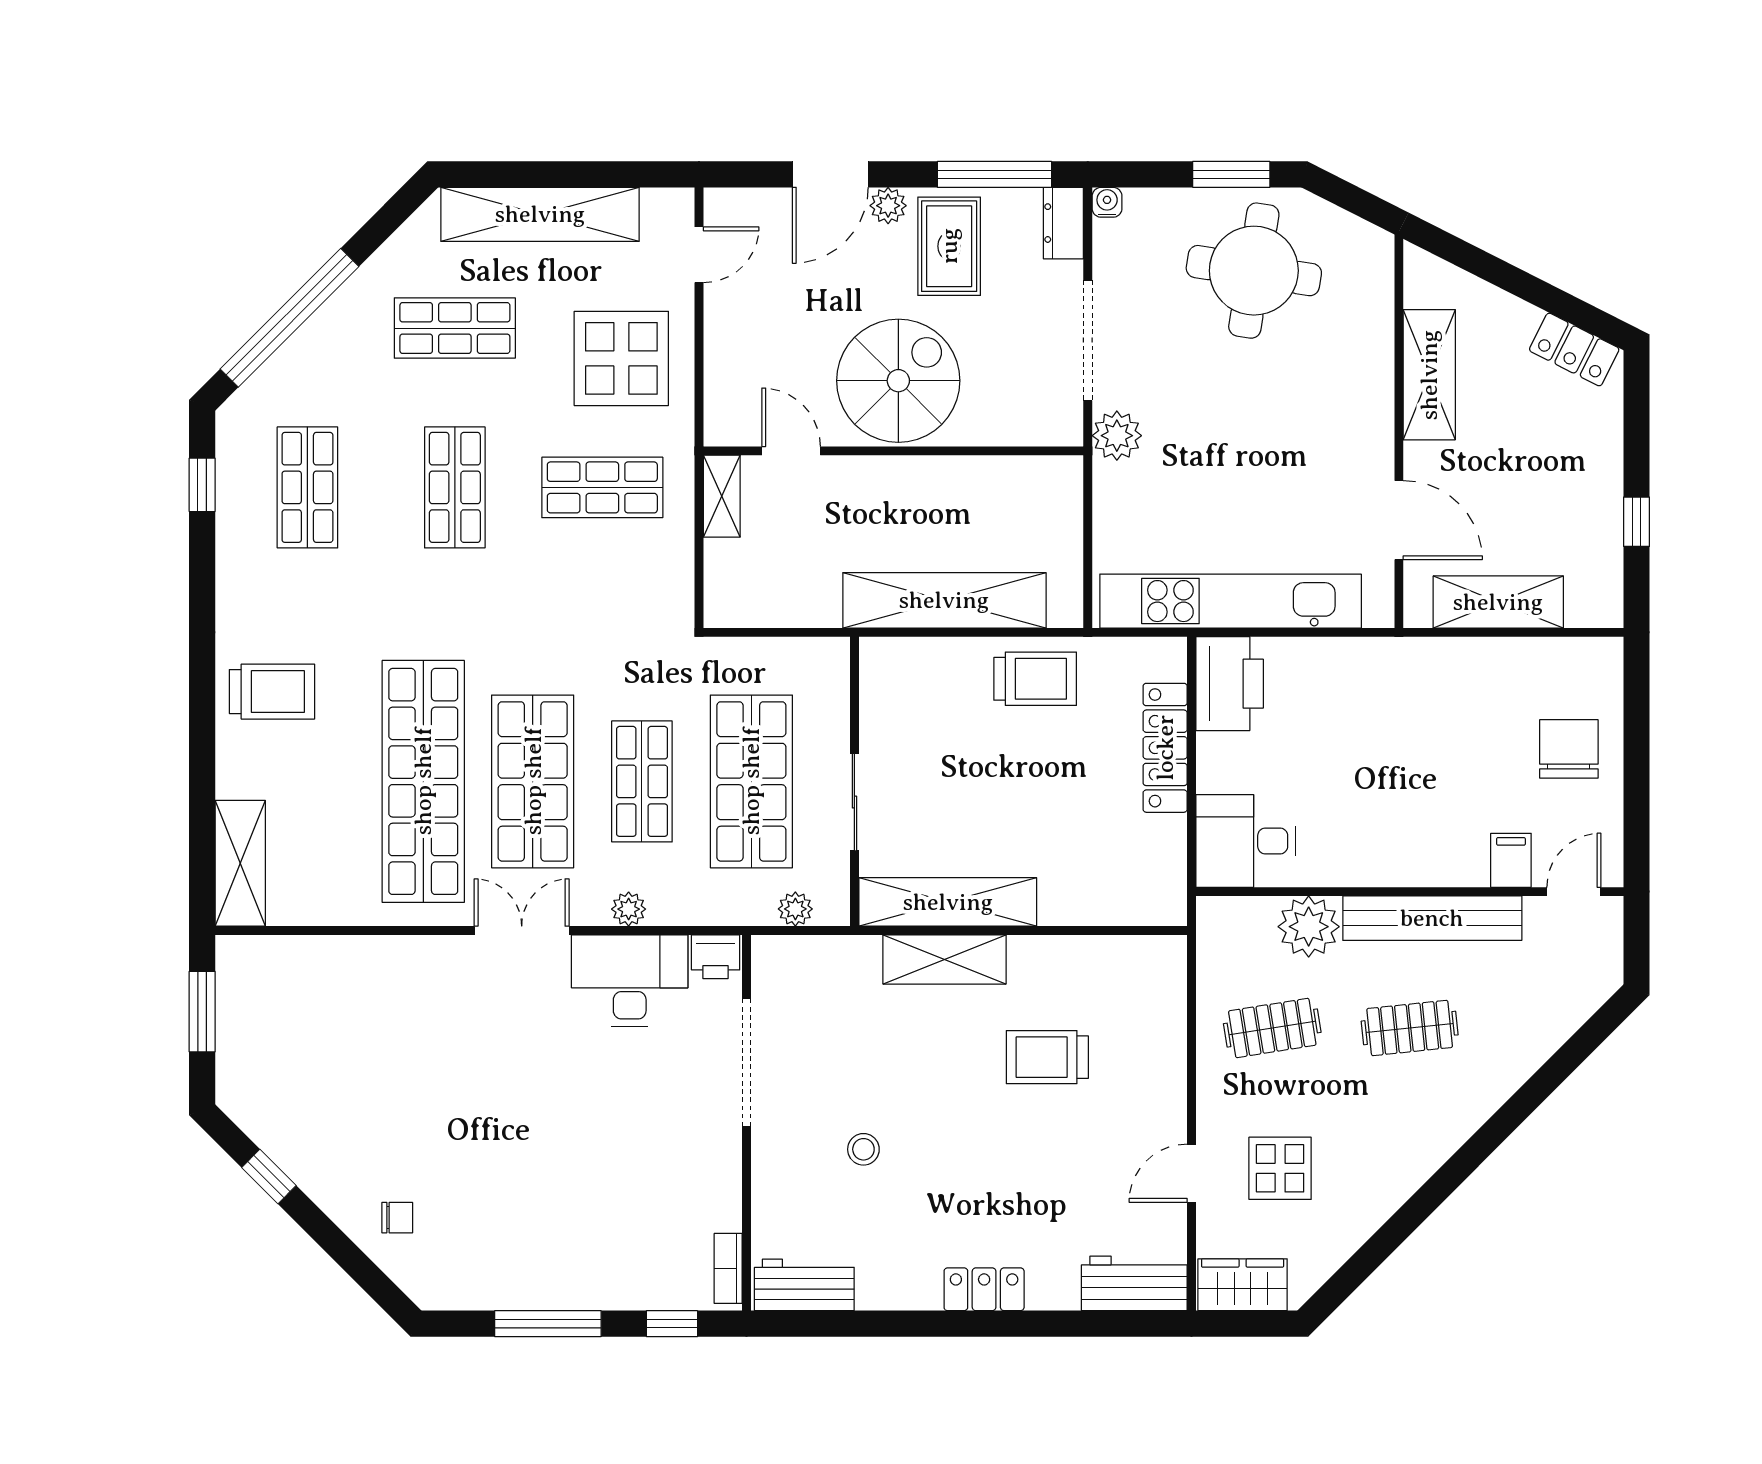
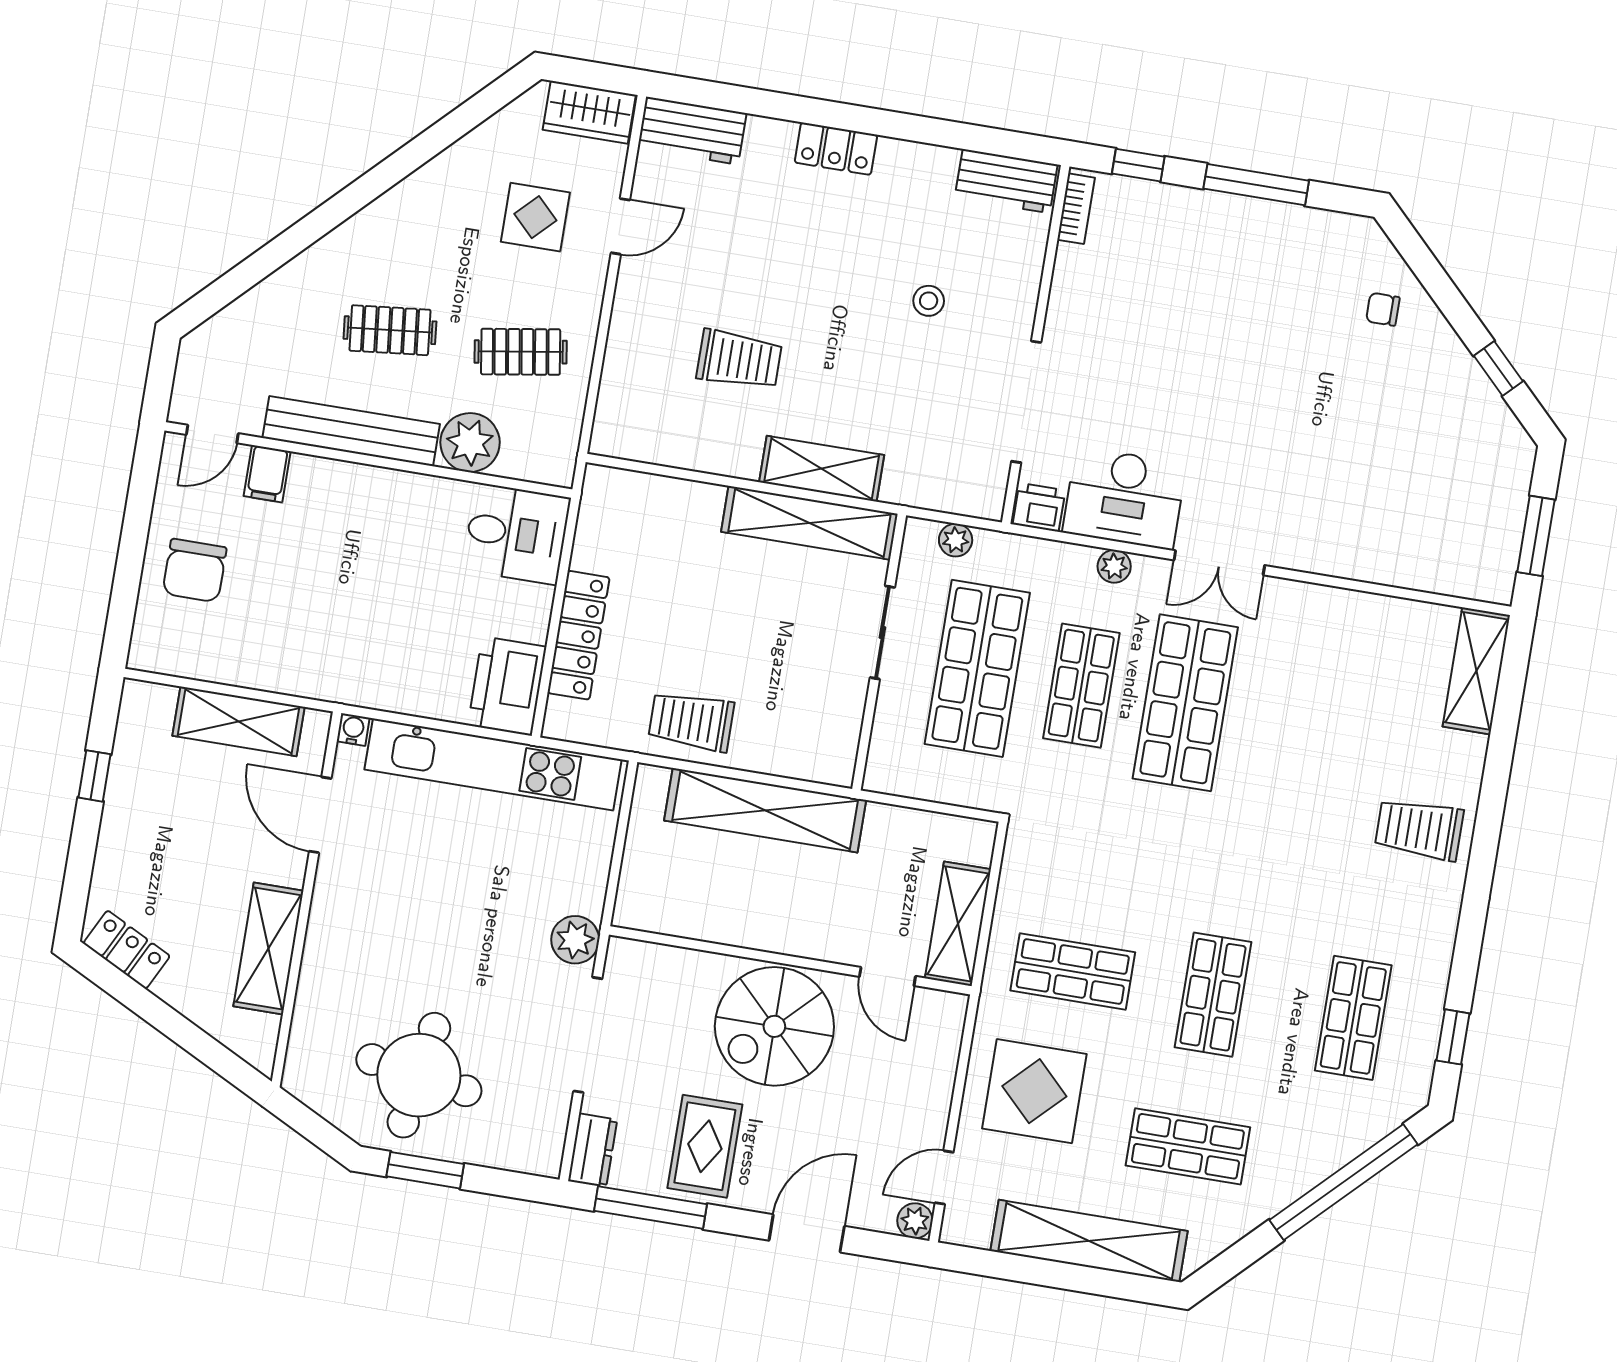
water cooler: (1107, 202) -> (353, 729), moved, turned 180
plant: (888, 206) -> (915, 1221), moved
shelving: (722, 496) -> (958, 924), width x1.50, depth x1.33
shop shelf: (423, 781) -> (1289, 720), removed

